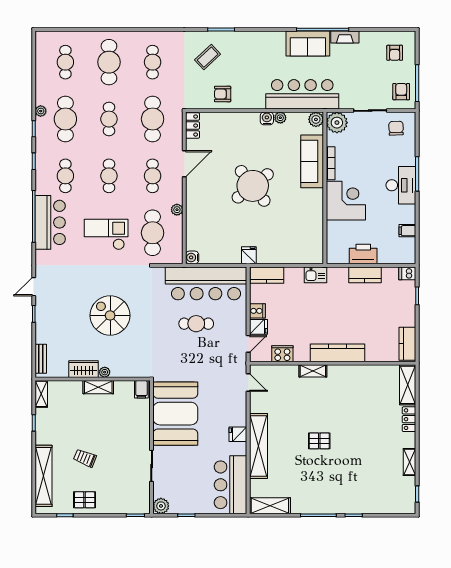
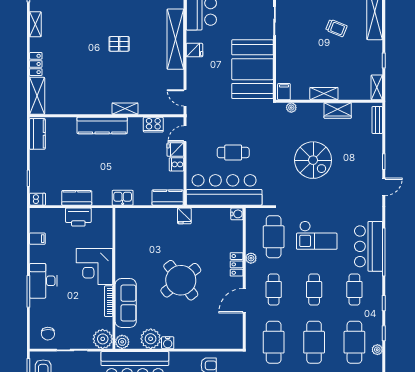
plant: (280, 118) -> (151, 339), width x1.88, depth x1.88
cafe table: (109, 119) -> (314, 342), width x1.37, depth x1.35
locker: (192, 126) -> (237, 264), moved
plant: (105, 372) -> (291, 108), moved

